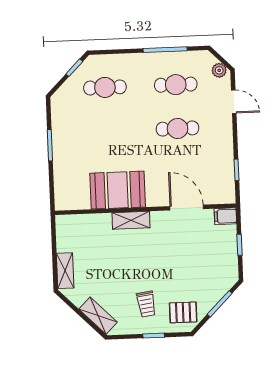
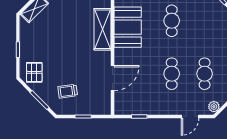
cafe table: (105, 87) -> (172, 21), moved
filing cabinet: (225, 216) -> (105, 107), removed
shelving: (131, 220) -> (102, 29), width x1.50, depth x1.33
trolley: (146, 304) -> (68, 91), moved

